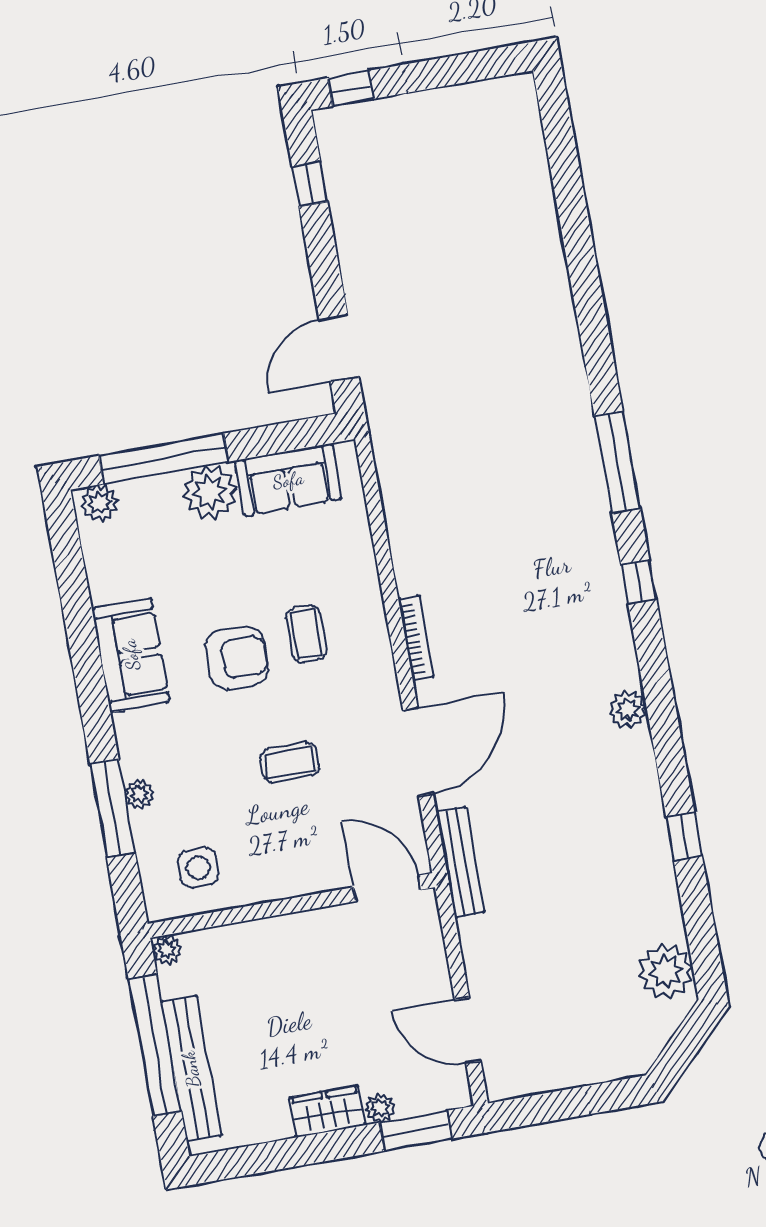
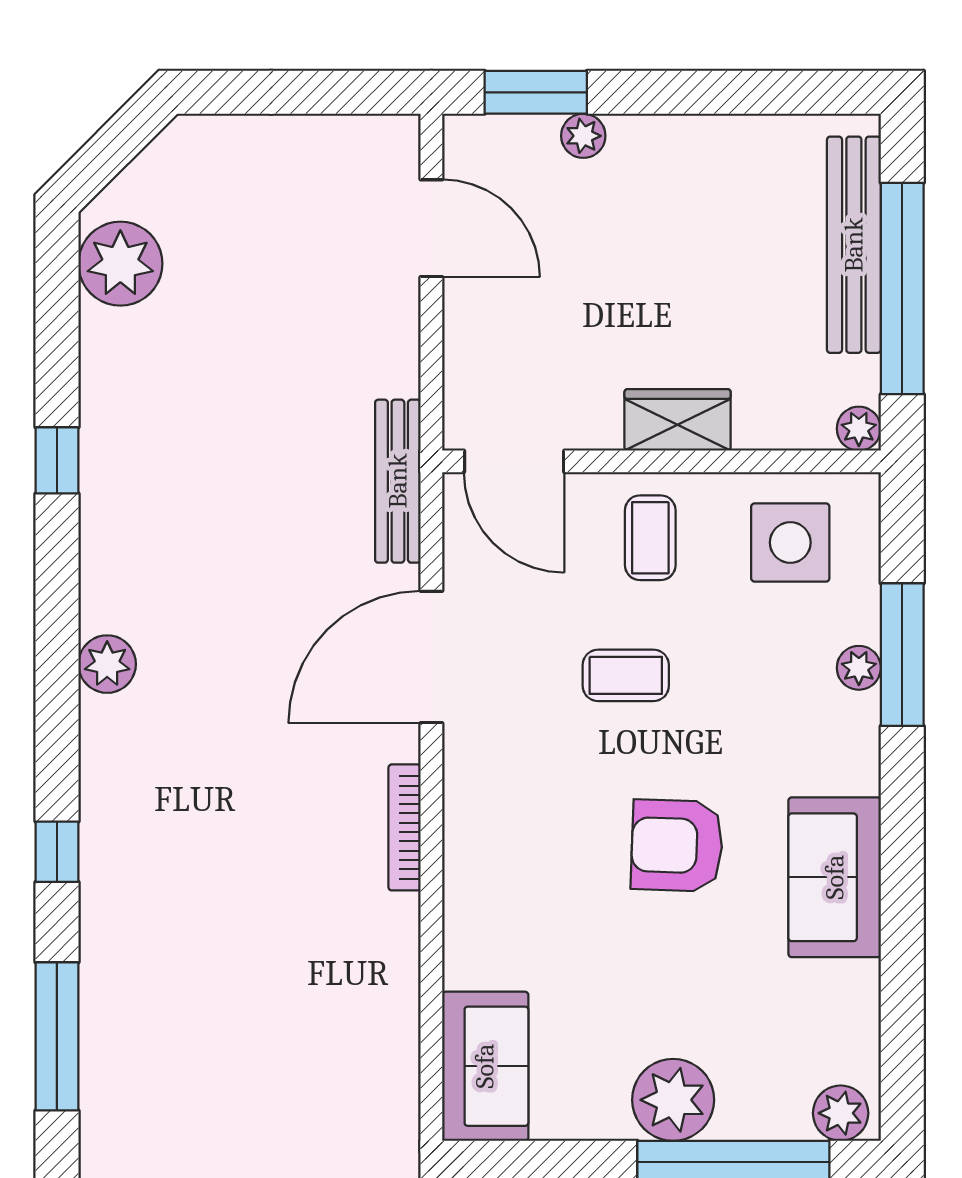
sofa: (288, 480) -> (485, 1066), moved, turned 90
coffee table: (306, 634) -> (650, 538), moved
side table: (198, 868) -> (790, 542), width x1.37, depth x1.37
wardrobe: (327, 1112) -> (678, 420), moved, turned 180

